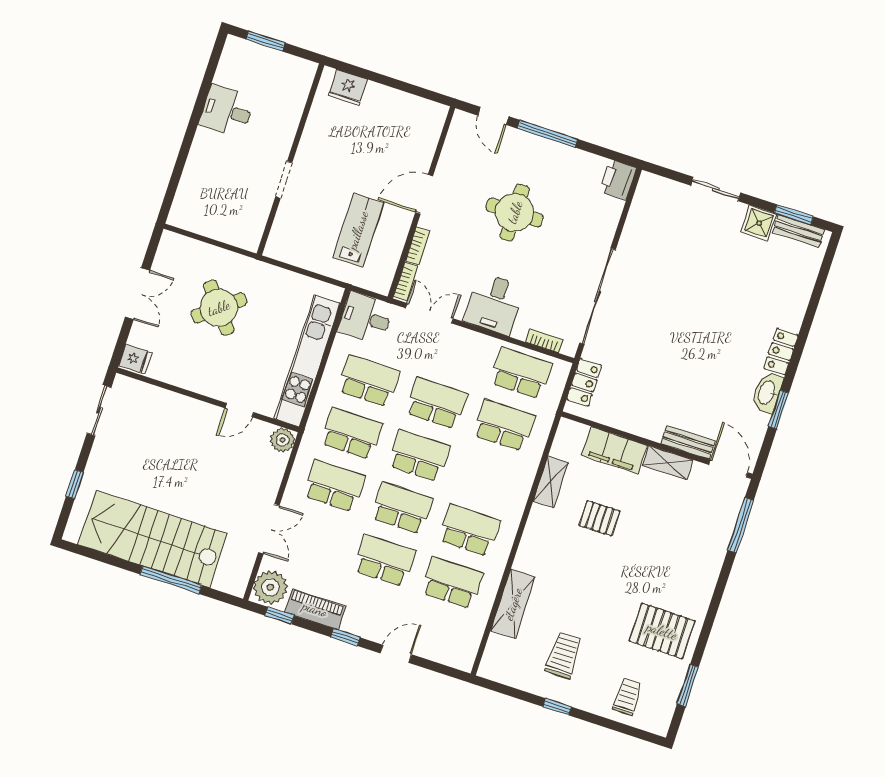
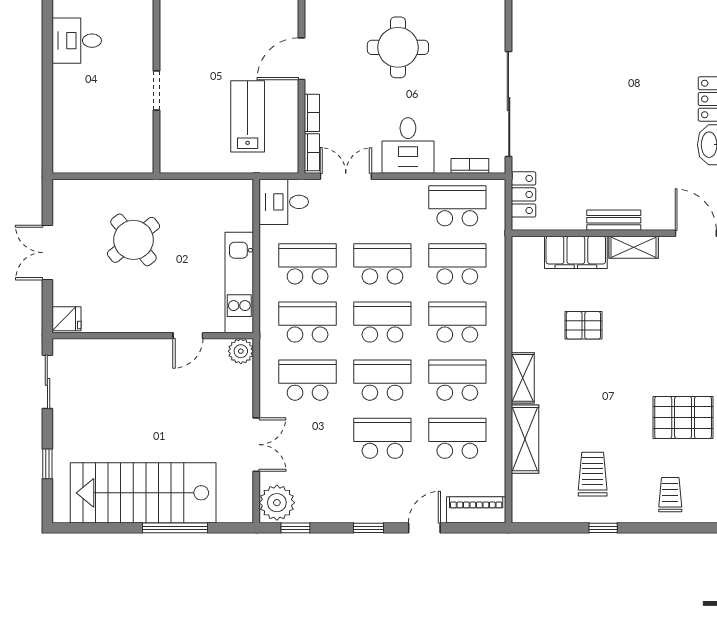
double door: (137, 294) -> (47, 253), swing flipped
kitchen unit: (307, 361) -> (239, 282), width x0.73
bench: (688, 442) -> (614, 220), moved
school desk: (487, 478) -> (457, 322), added
shelving: (551, 482) -> (523, 378), moved
piano: (315, 609) -> (476, 510), moved

